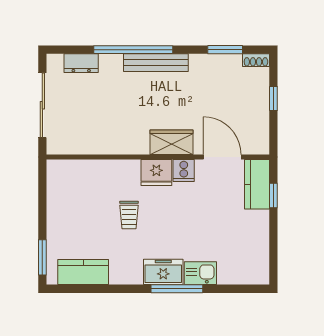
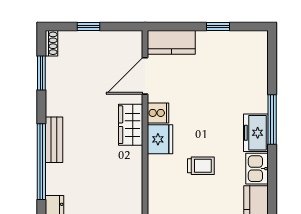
bench: (156, 63) -> (54, 140), width x0.73
window: (273, 195) -> (218, 26), moved
kitchen sink: (200, 273) -> (257, 169), moved

